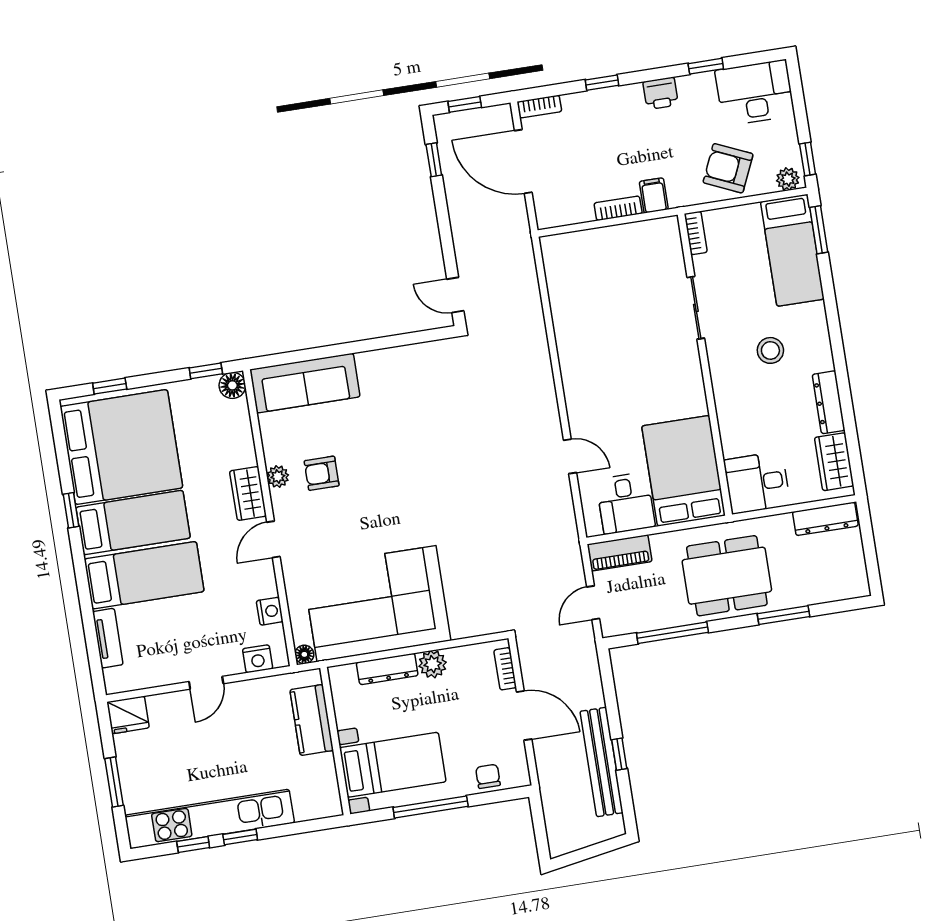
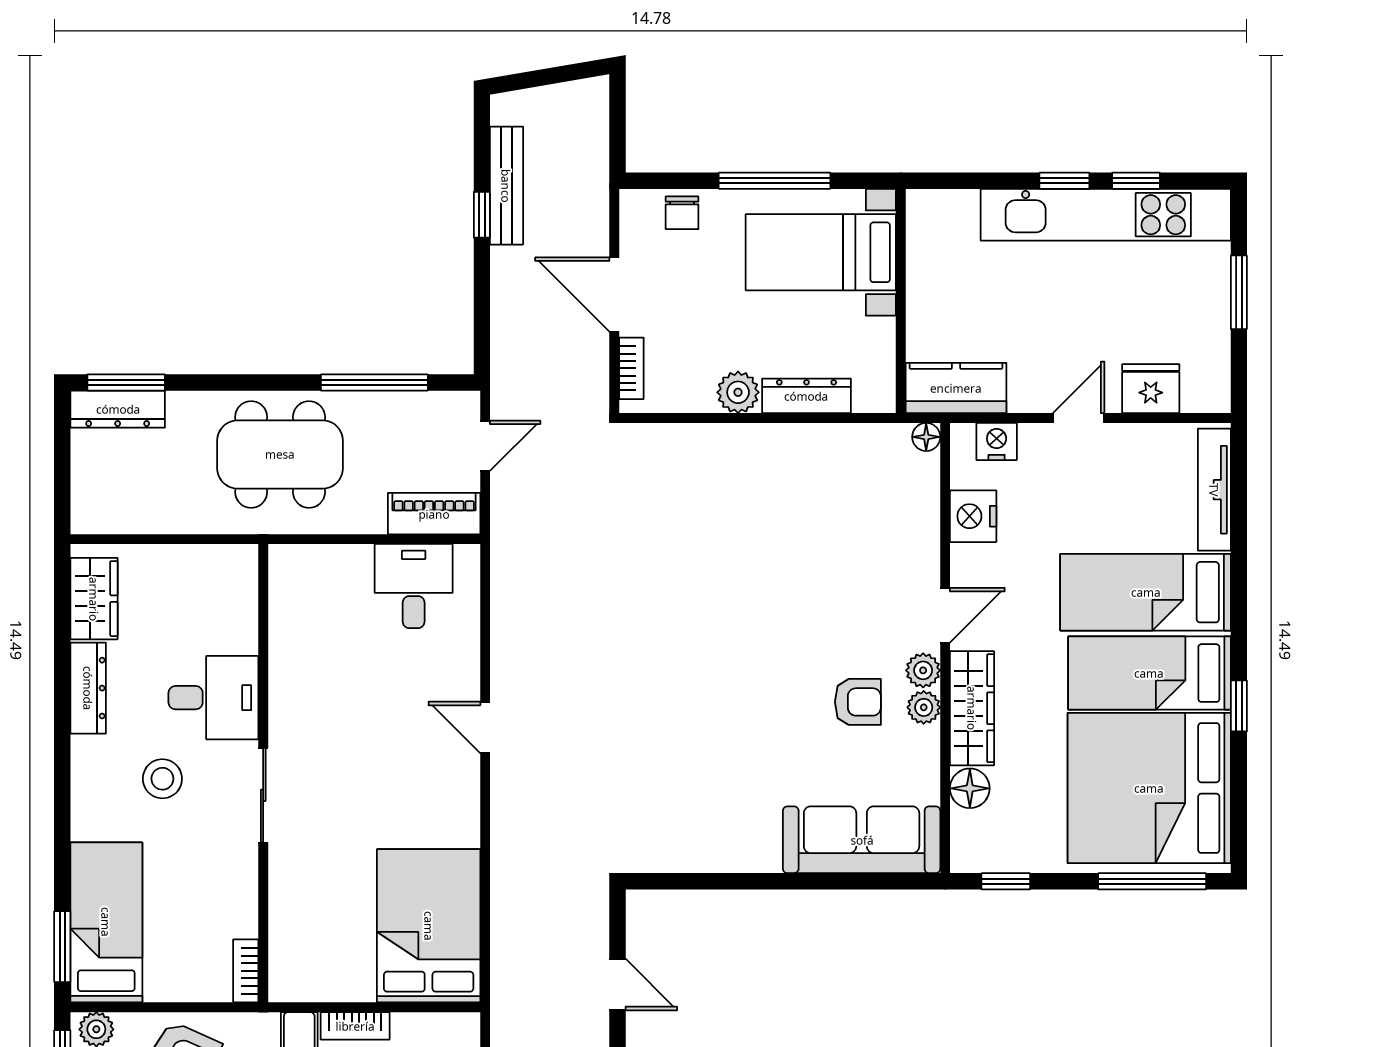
door: (455, 295) -> (617, 984), moved
sliding door: (696, 308) -> (263, 795), moved
floor lamp: (232, 385) -> (970, 788), moved
window: (110, 386) -> (1152, 881), width x2.17
door: (570, 456) -> (485, 727), moved
bed: (684, 471) -> (429, 926), moved, turned 180
desk: (757, 483) -> (213, 698), moved
wardrobe: (248, 493) -> (972, 708), width x1.50
plant: (282, 501) -> (923, 670), added
dresser: (825, 519) -> (118, 409), moved, turned 180
corner sofa: (376, 604) -> (807, 495), removed
nightstand: (270, 611) -> (973, 516), width x1.36, depth x1.33
window: (784, 615) -> (126, 383), moved
tv unit: (108, 638) -> (1214, 490), width x1.41
fridge: (128, 715) -> (1151, 389), moved
kitchen counter: (312, 720) -> (956, 388), moved, turned -90
bench: (602, 762) -> (506, 186), width x0.73, depth x0.82

